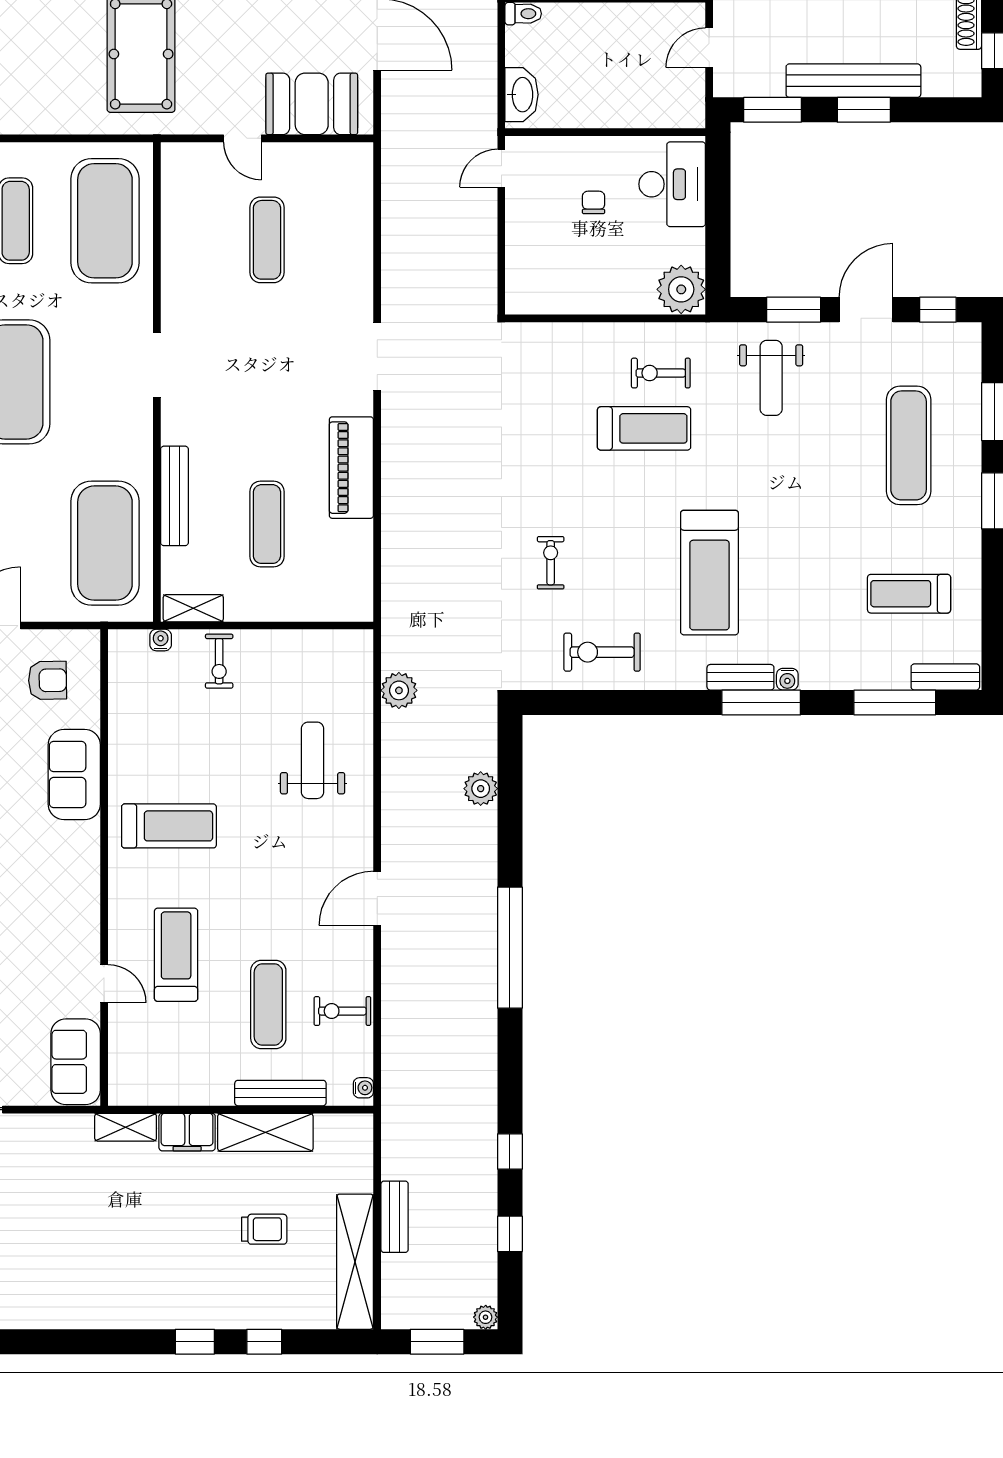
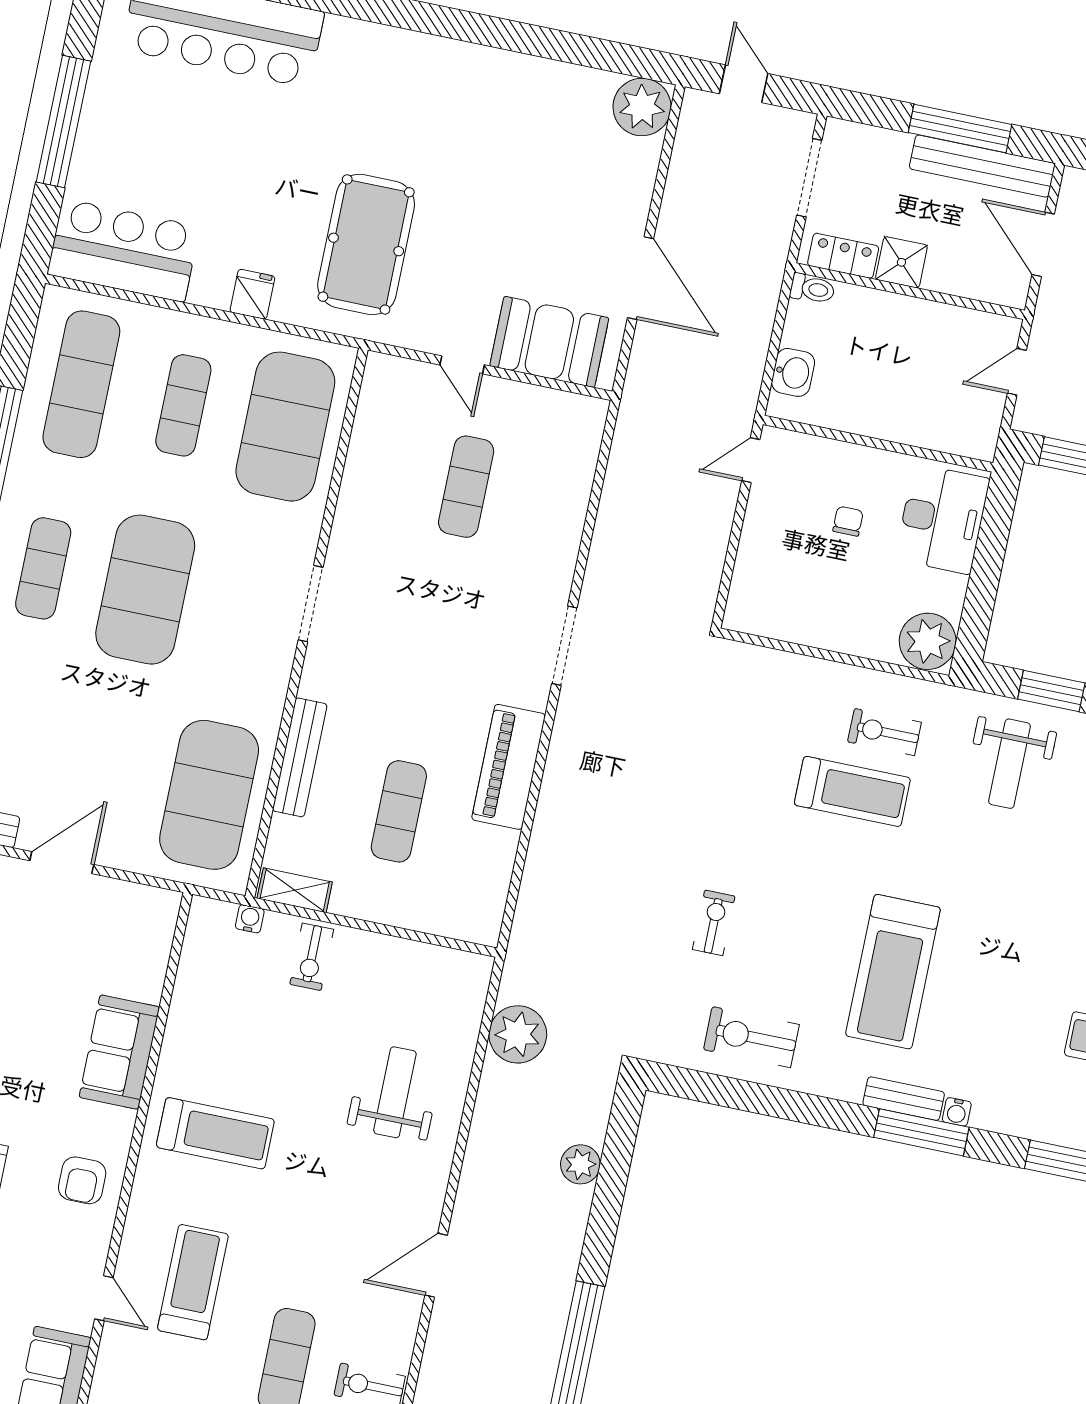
washbasin: (521, 95) -> (793, 372), width x0.72
fridge: (54, 116) -> (252, 294), added
armchair: (47, 680) -> (82, 1180), moved, turned 91
plant: (399, 690) -> (518, 1034), width x1.36, depth x1.36

